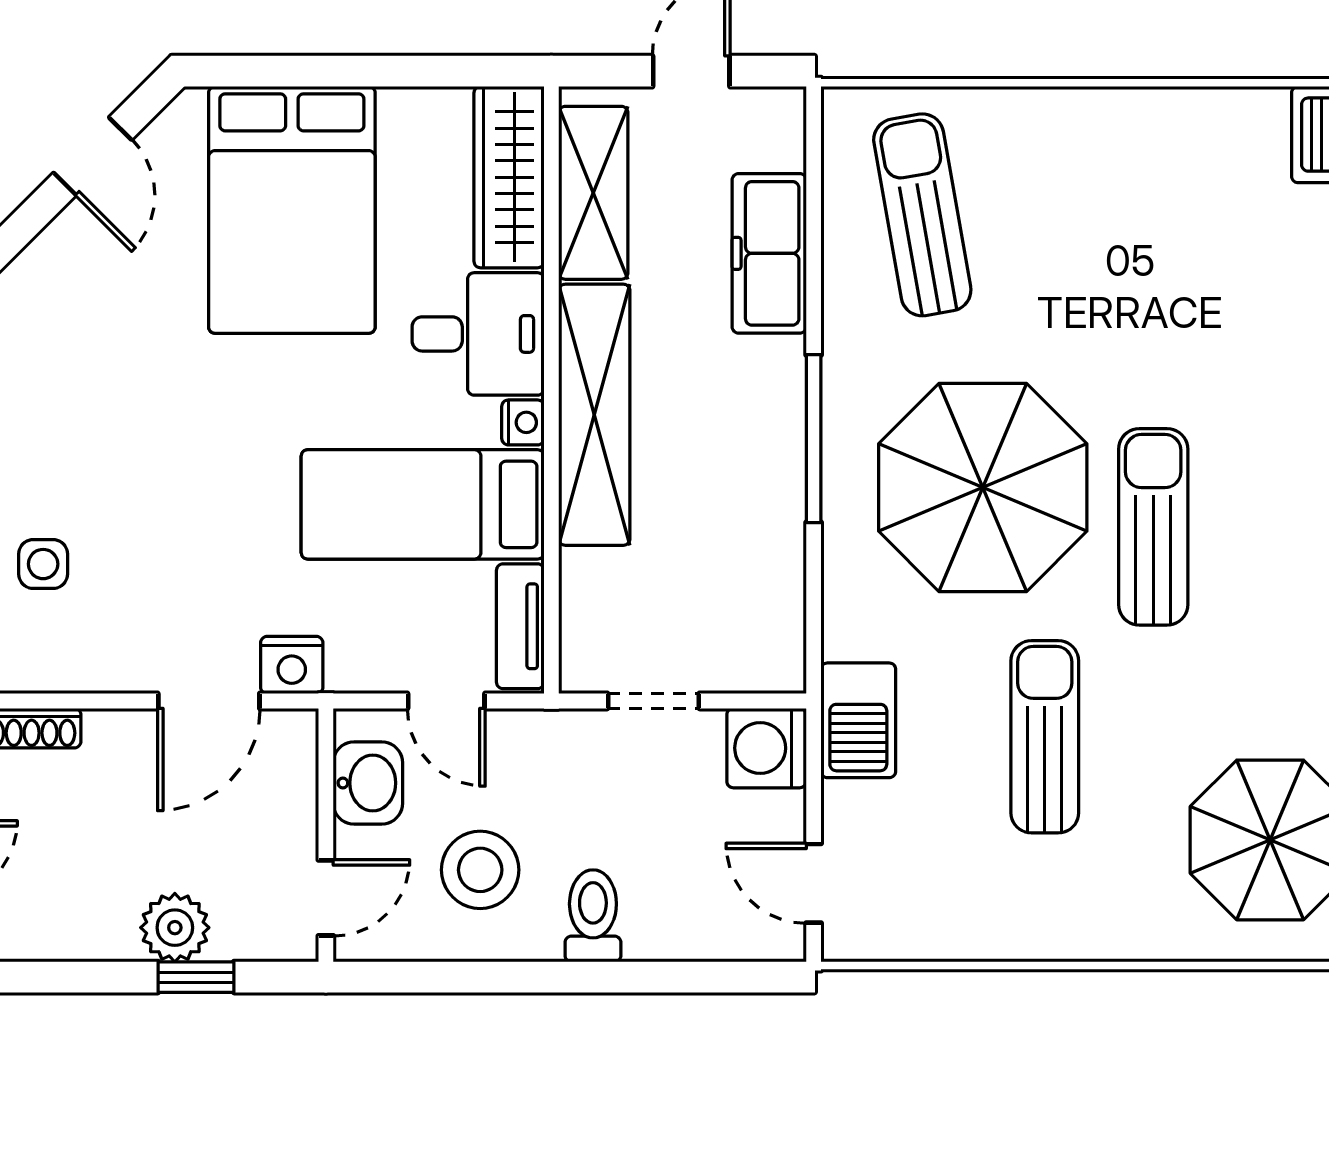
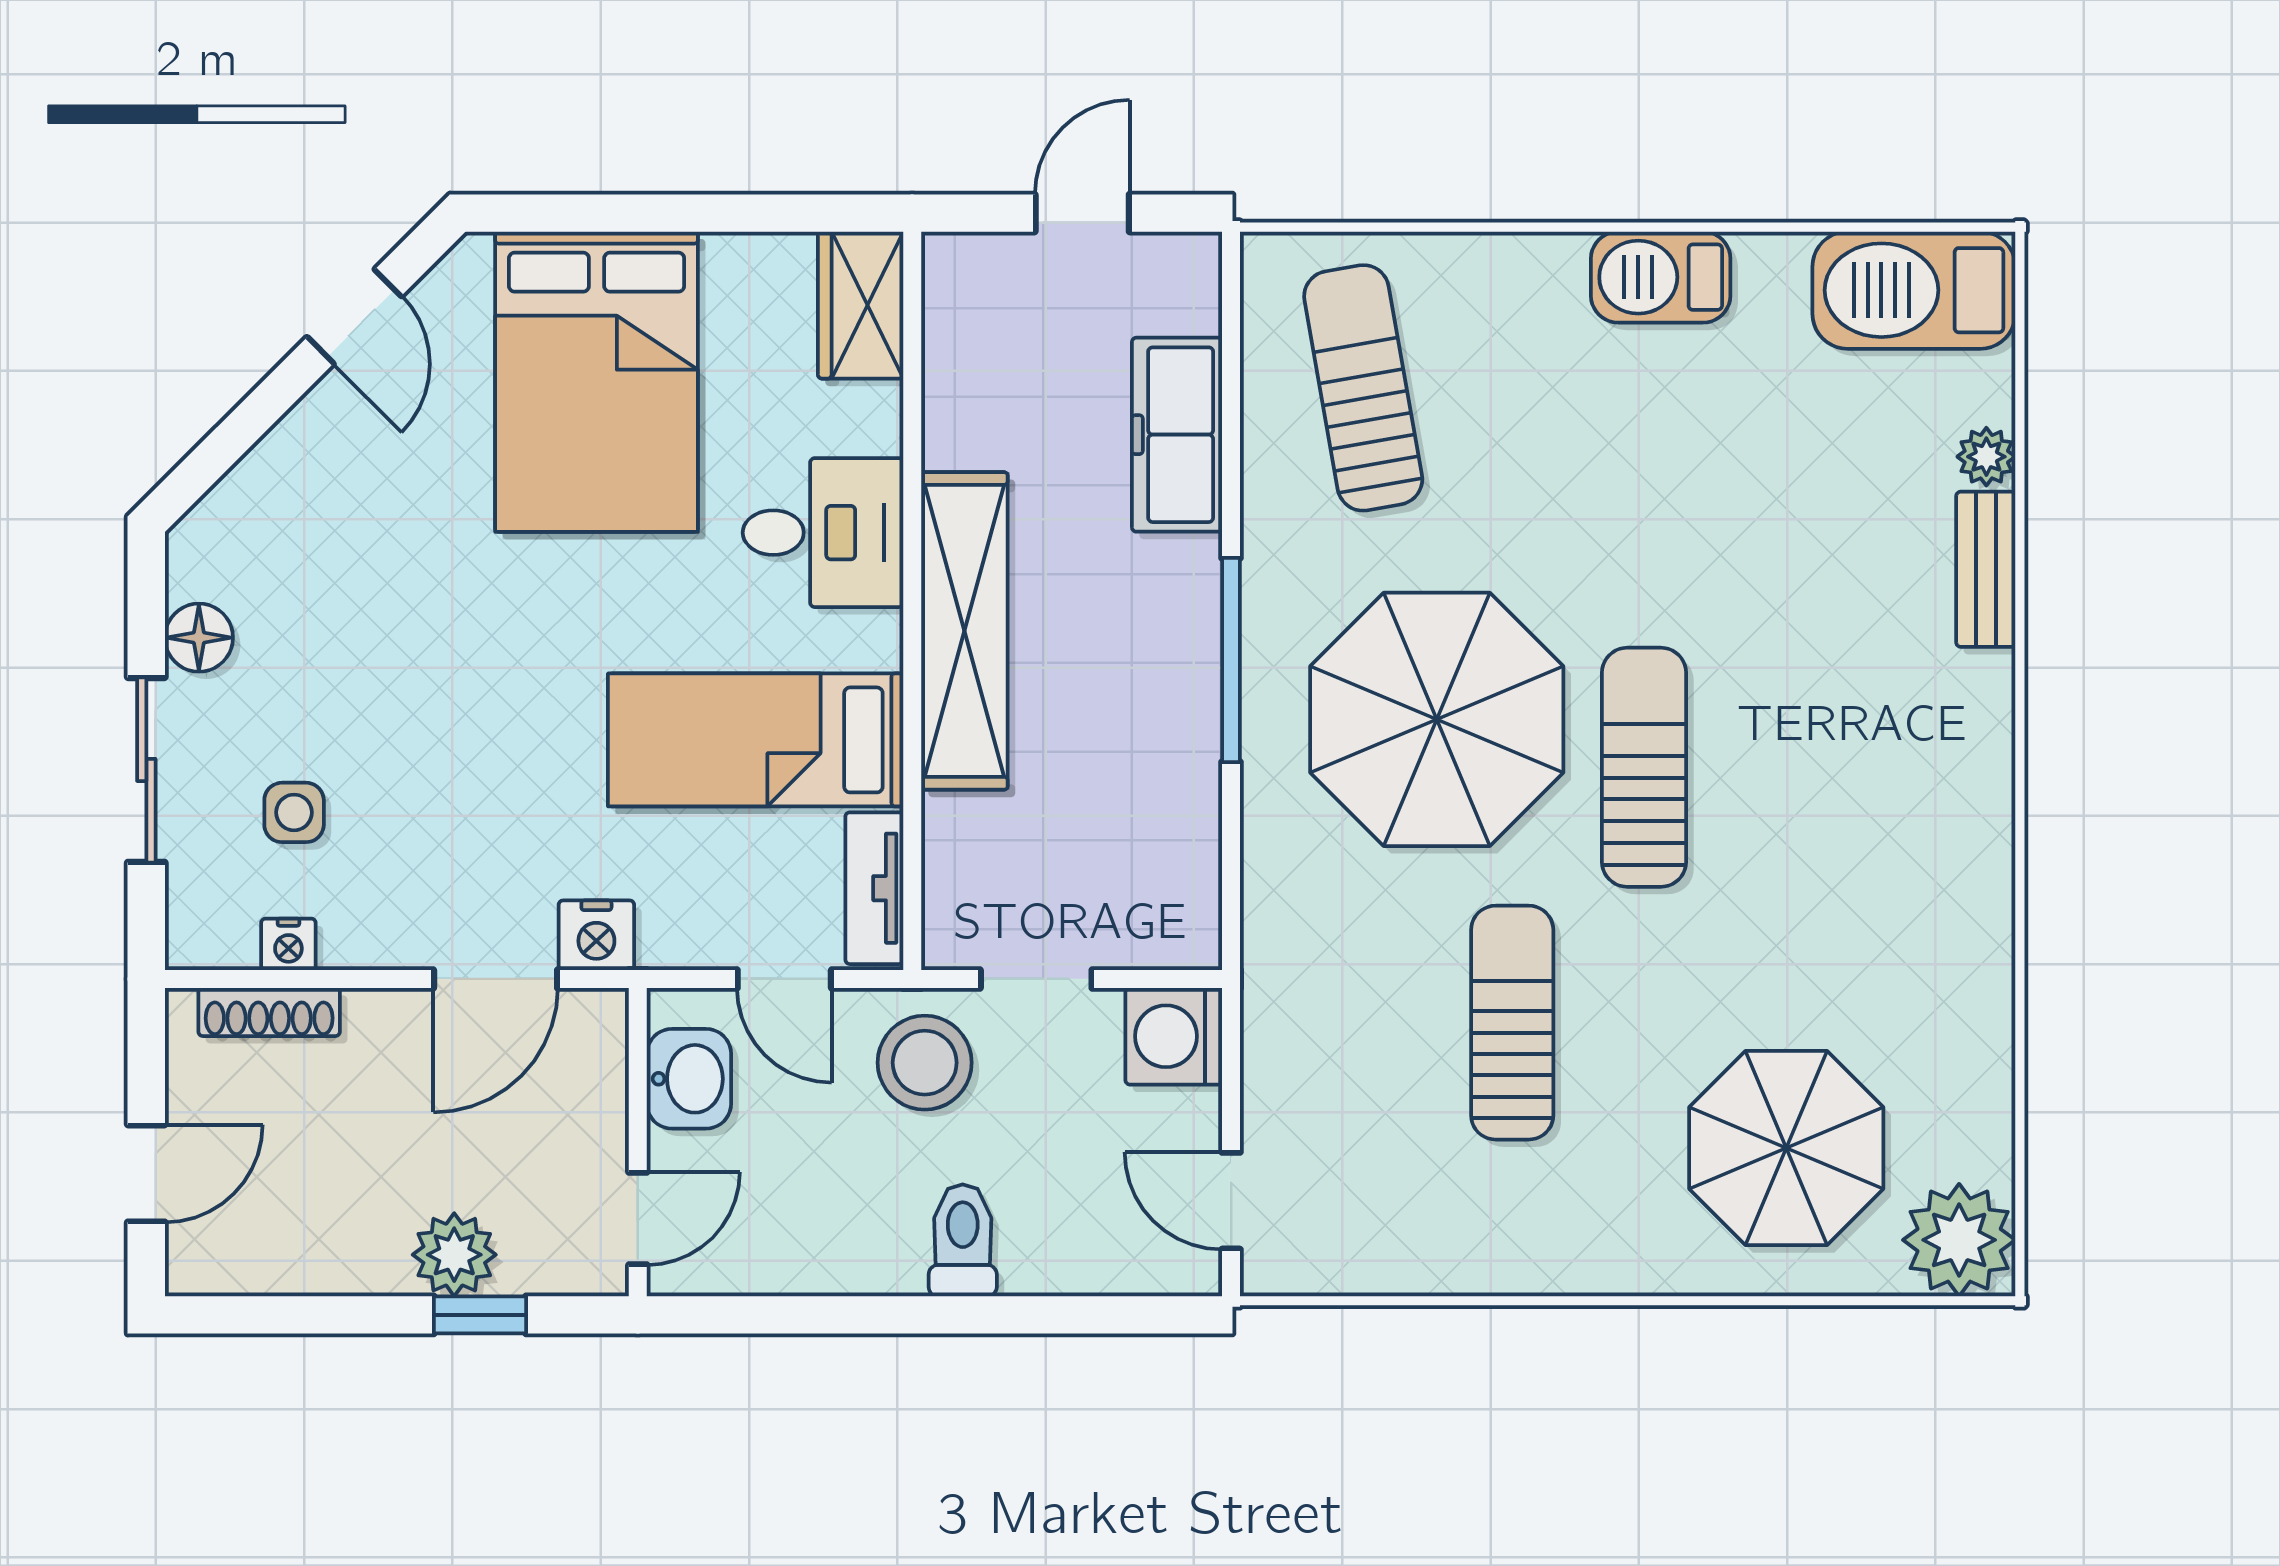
wardrobe: (509, 177) -> (861, 305), width x0.67
shelving: (593, 193) -> (963, 361), removed
nightstand: (523, 422) -> (288, 944), moved, turned 90
barbecue: (858, 720) -> (1661, 277), moved, turned 90
stool: (480, 870) -> (925, 1063), moved

